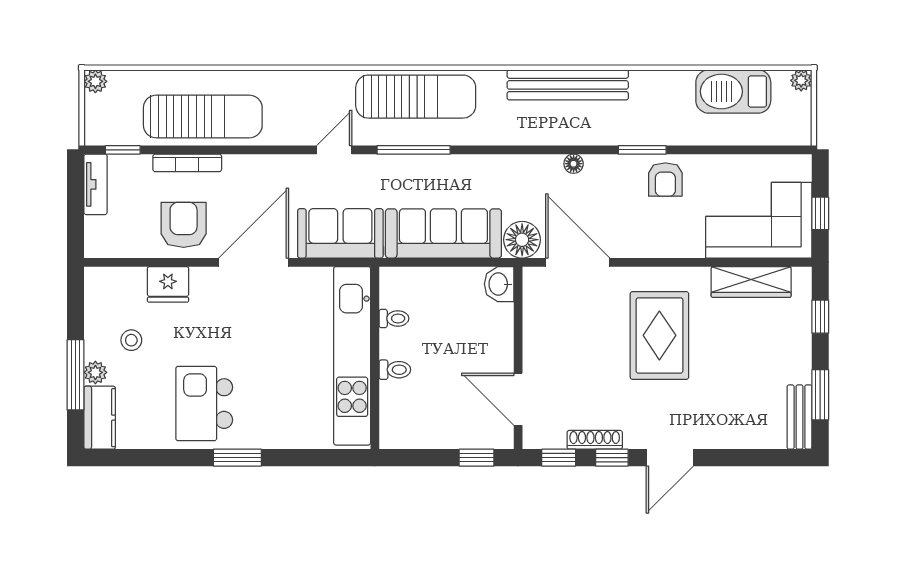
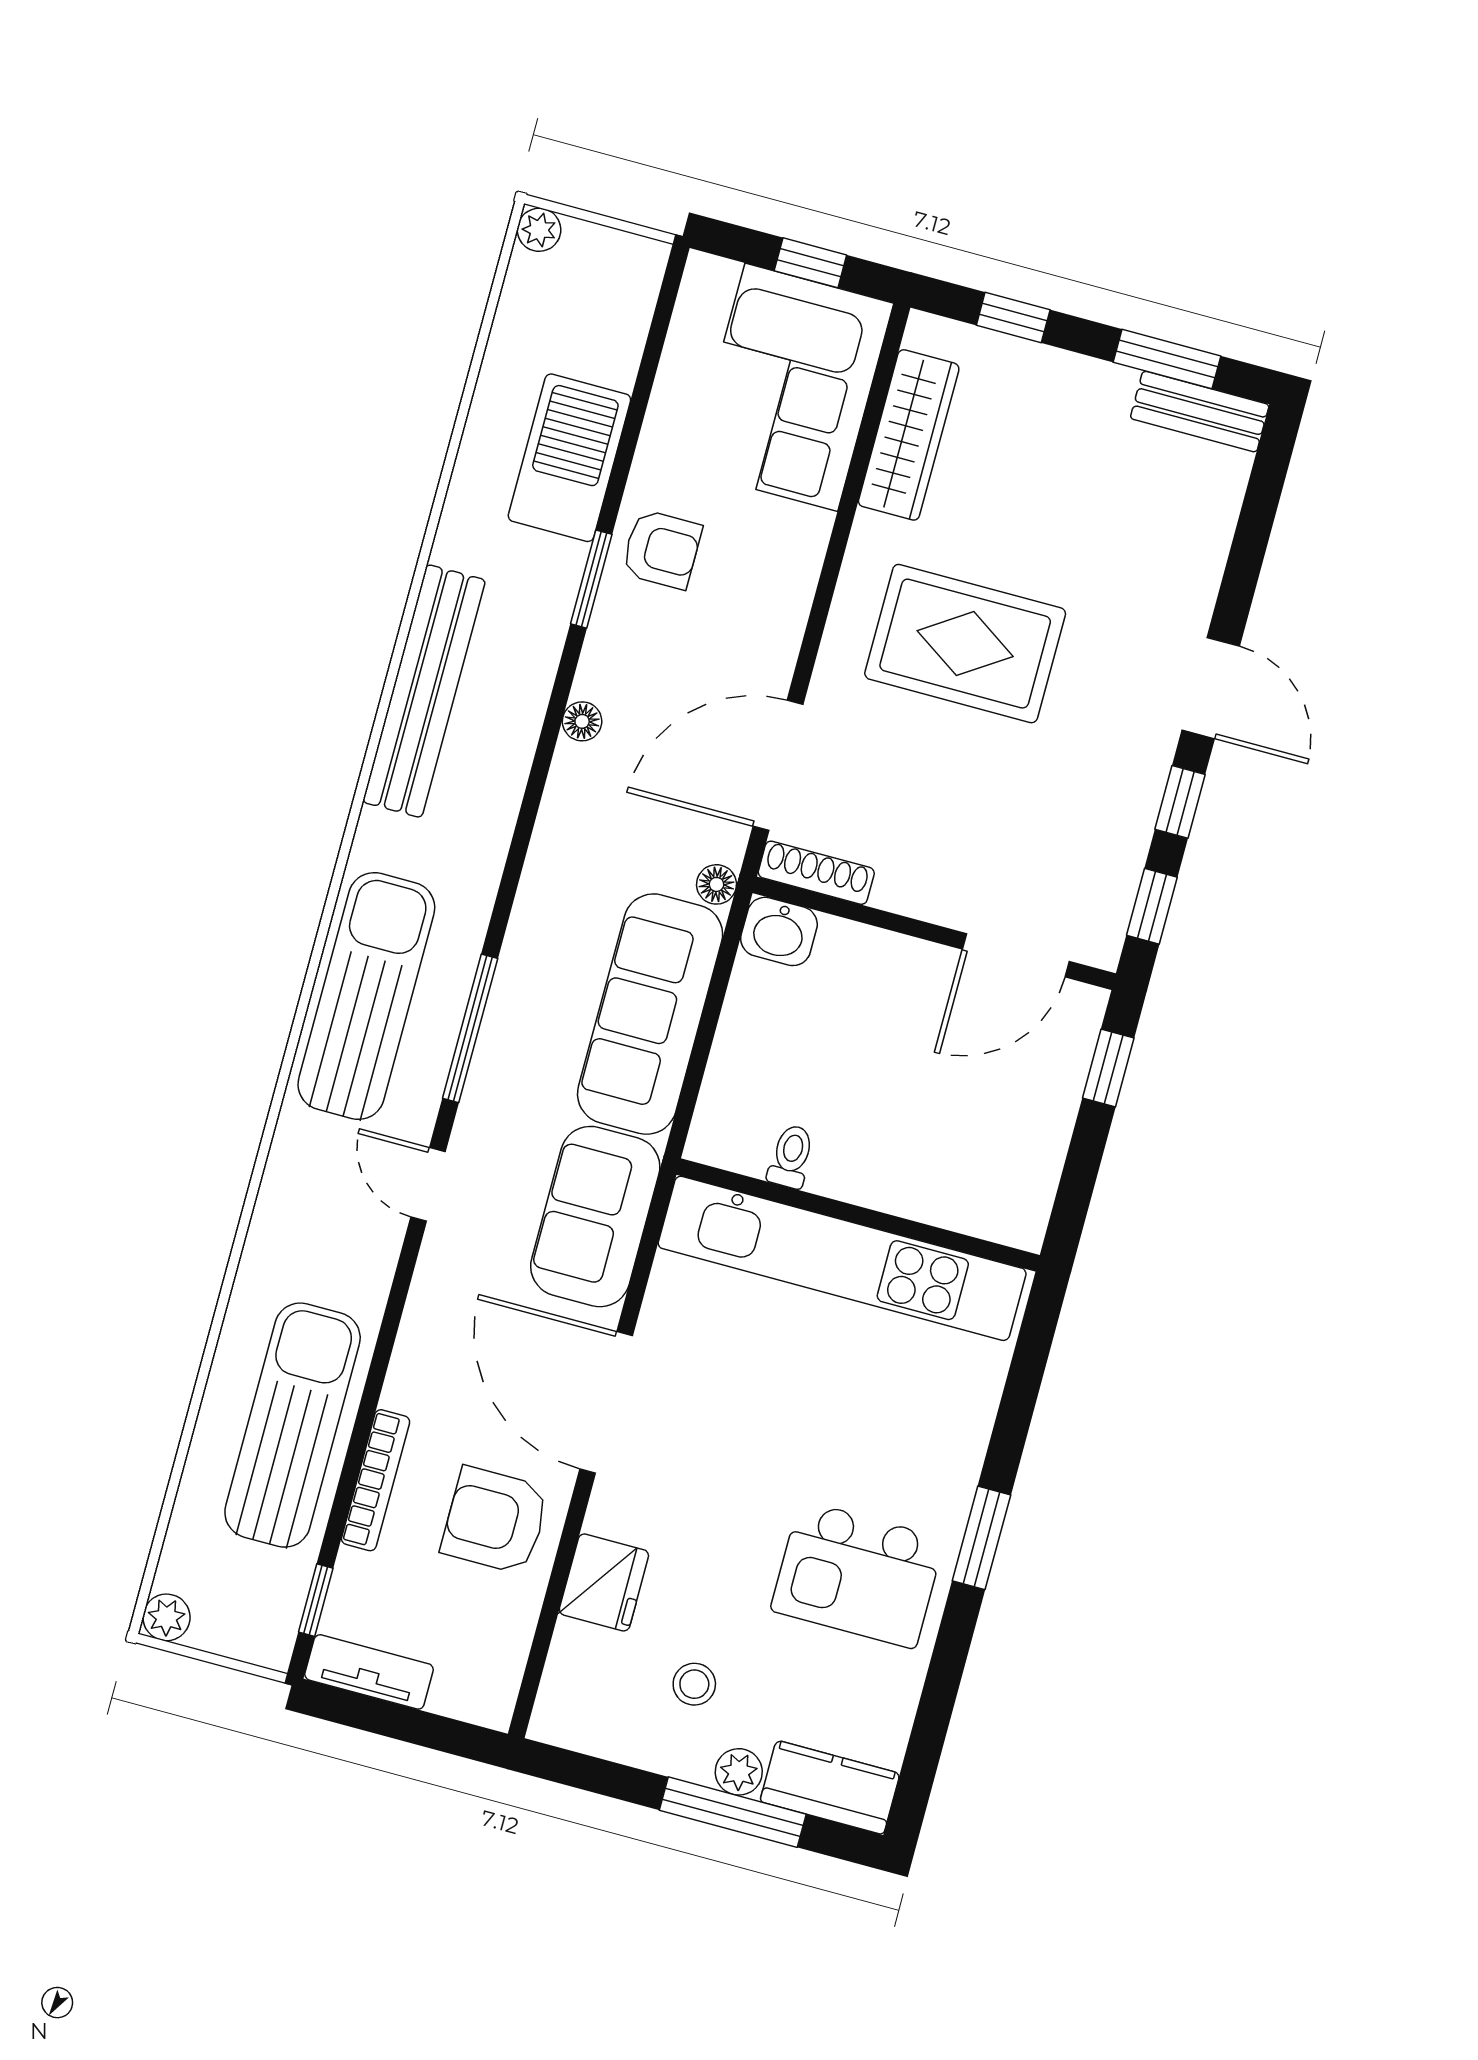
barbecue: (733, 91) -> (569, 458), moved, turned 180
floor lamp: (522, 240) -> (716, 884), width x0.53, depth x0.53
toilet: (395, 370) -> (892, 1182), removed
shoe rack: (595, 440) -> (816, 873), moved, turned 90

